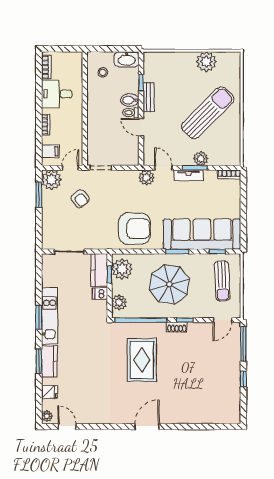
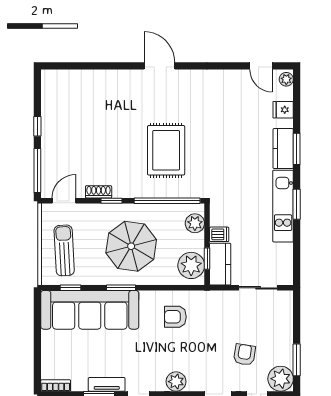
plant: (146, 178) -> (176, 382), moved
armchair: (80, 199) -> (244, 355), turned 48
armchair: (134, 229) -> (175, 317), width x0.53, depth x0.53
shoe rack: (177, 327) -> (99, 192), moved
door: (147, 427) -> (159, 66), swing flipped

